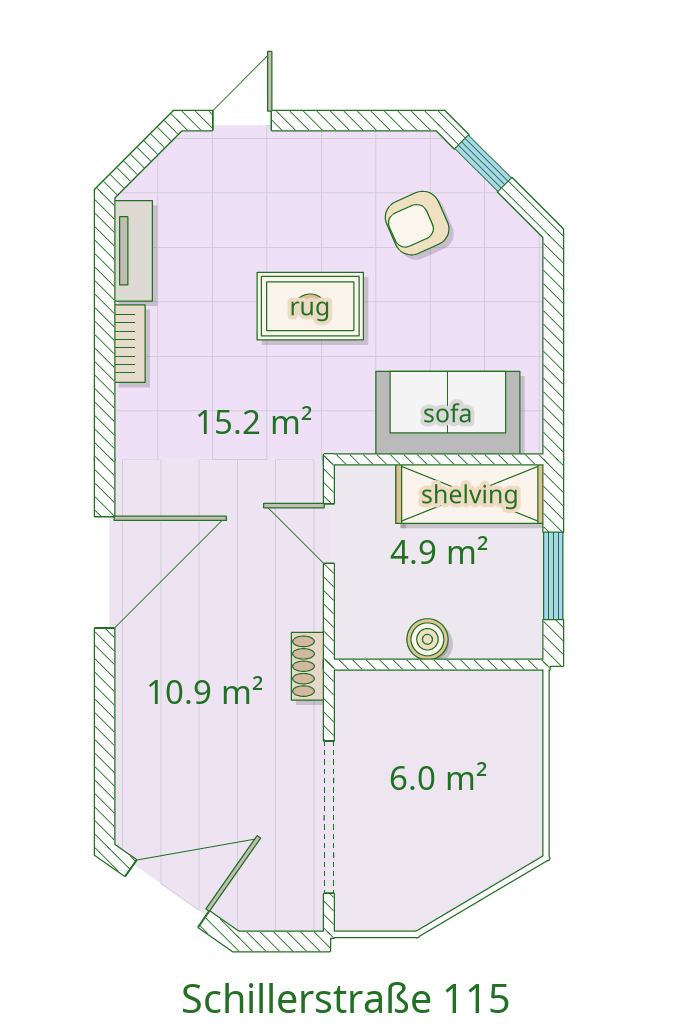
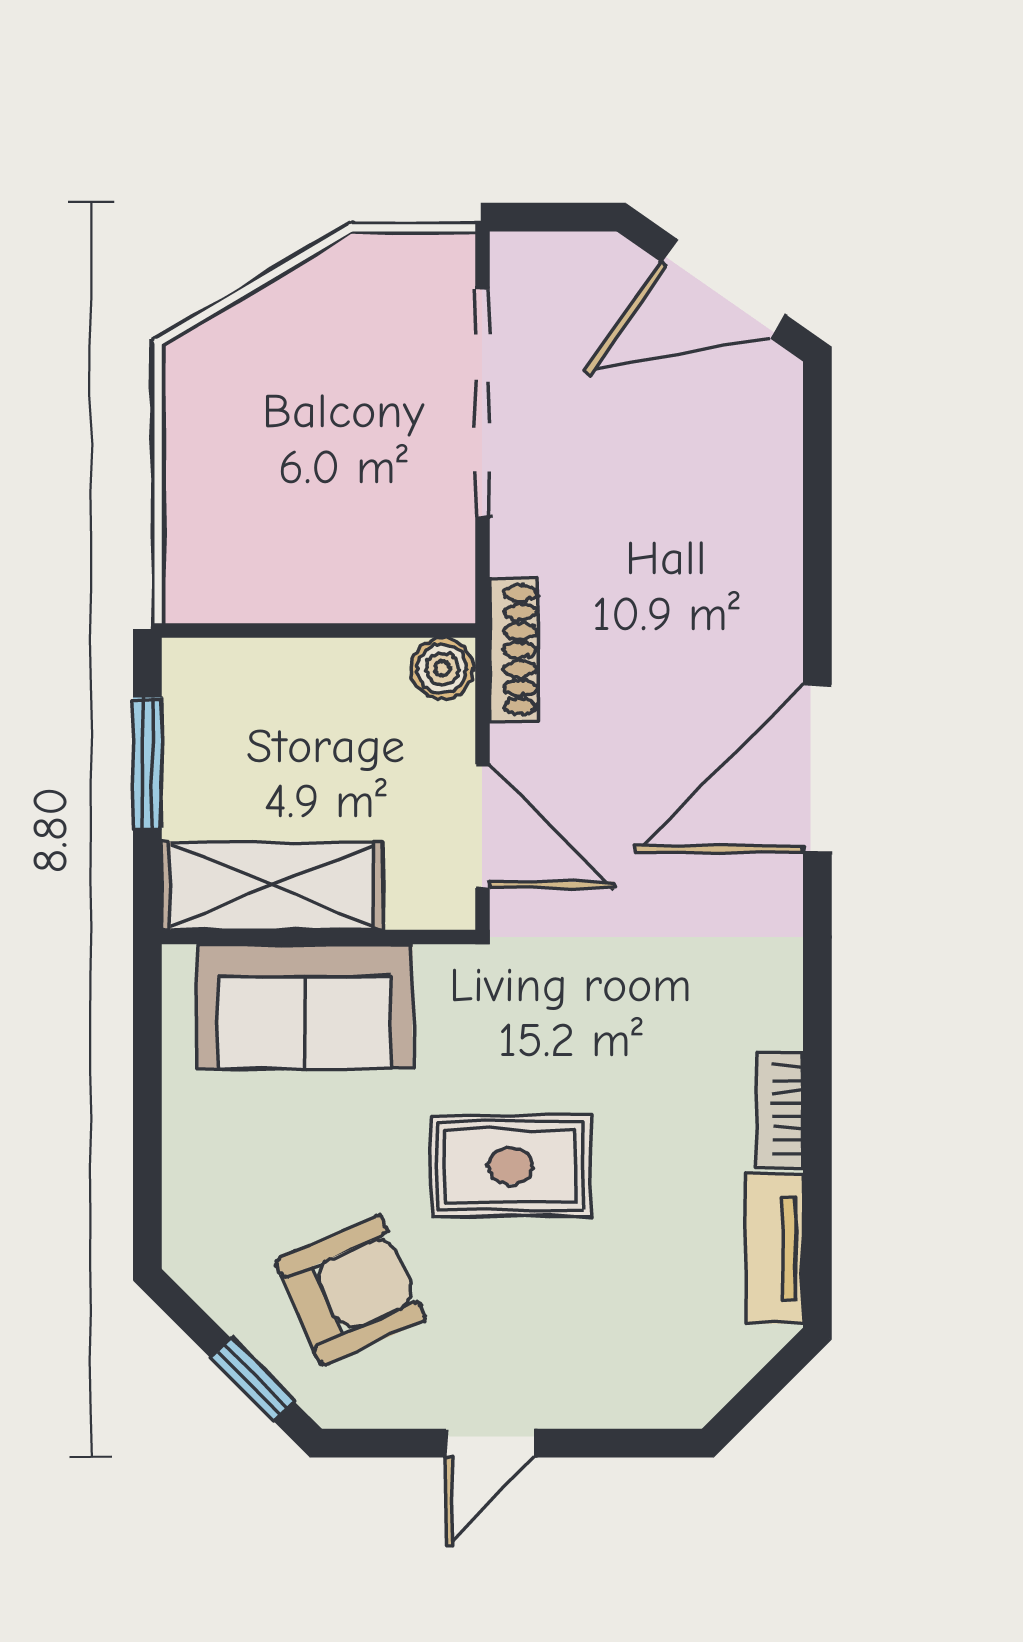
door: (242, 121) -> (490, 1443), moved
armchair: (417, 223) -> (351, 1290), width x1.38, depth x1.38
door: (329, 534) -> (482, 826), width x1.38
boiler: (427, 639) -> (442, 668), moved
shoe rack: (308, 666) -> (514, 650), width x1.43

